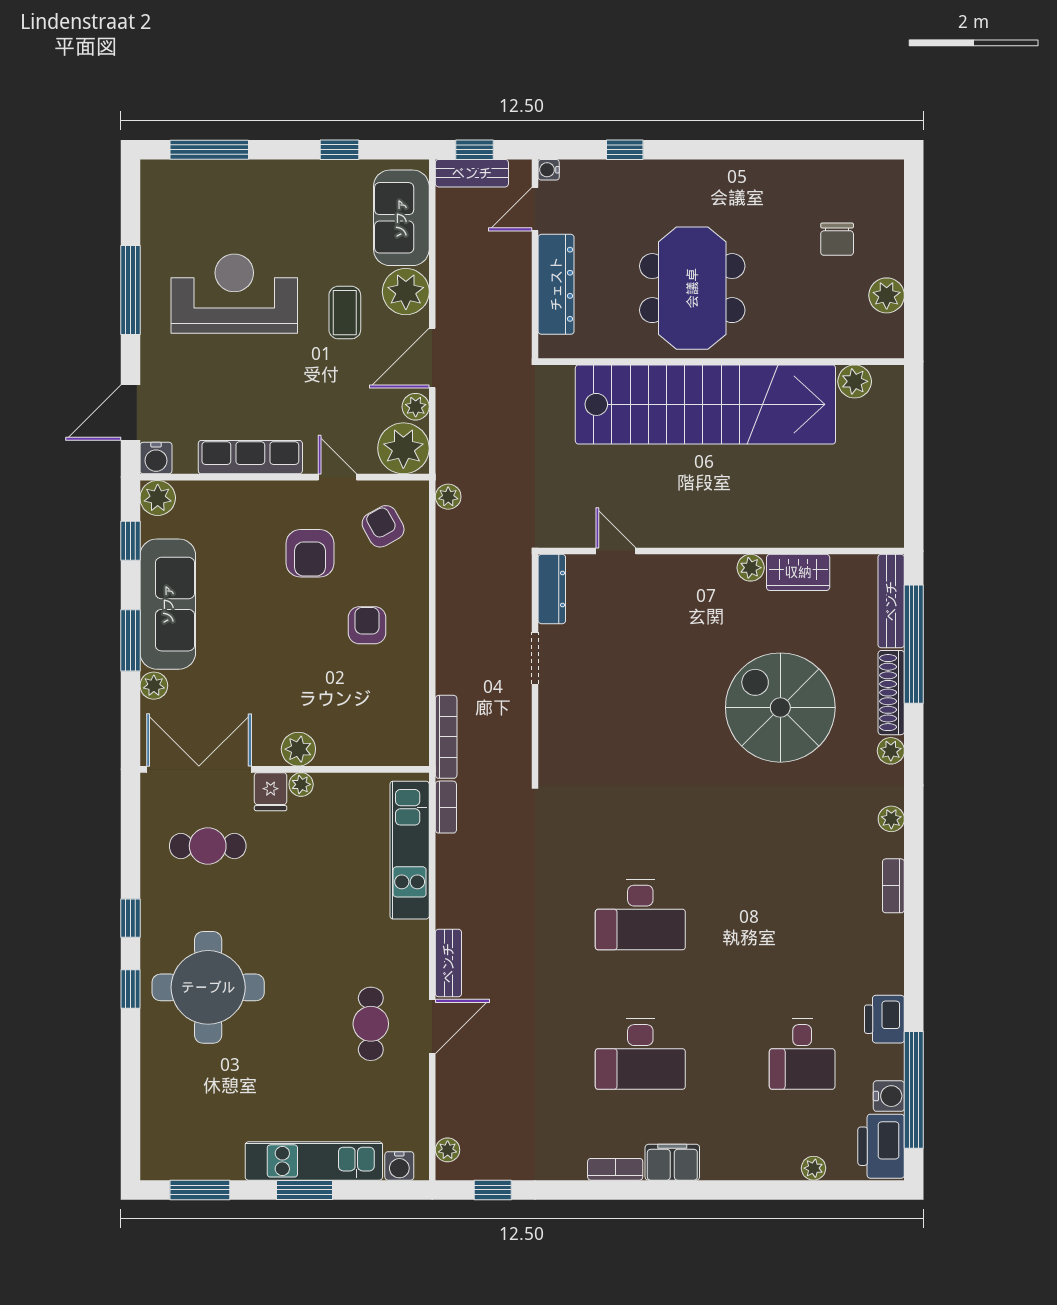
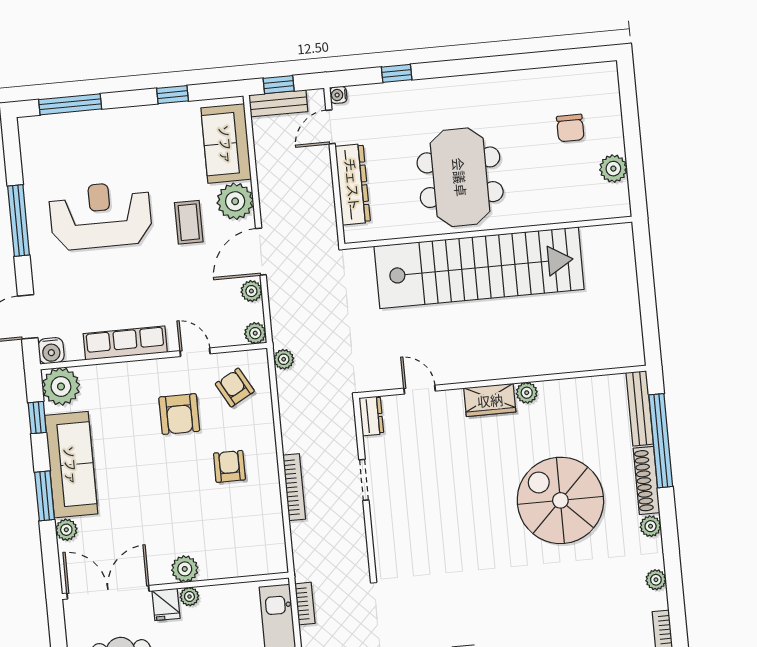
plant: (855, 381) -> (595, 239), removed
plant: (403, 448) -> (255, 333), width x0.53, depth x0.53
plant: (158, 498) -> (61, 386), width x1.36, depth x1.36
wardrobe: (798, 572) -> (490, 400), moved
dresser: (552, 589) -> (371, 416), width x0.70
bookcase: (446, 737) -> (294, 487), moved

